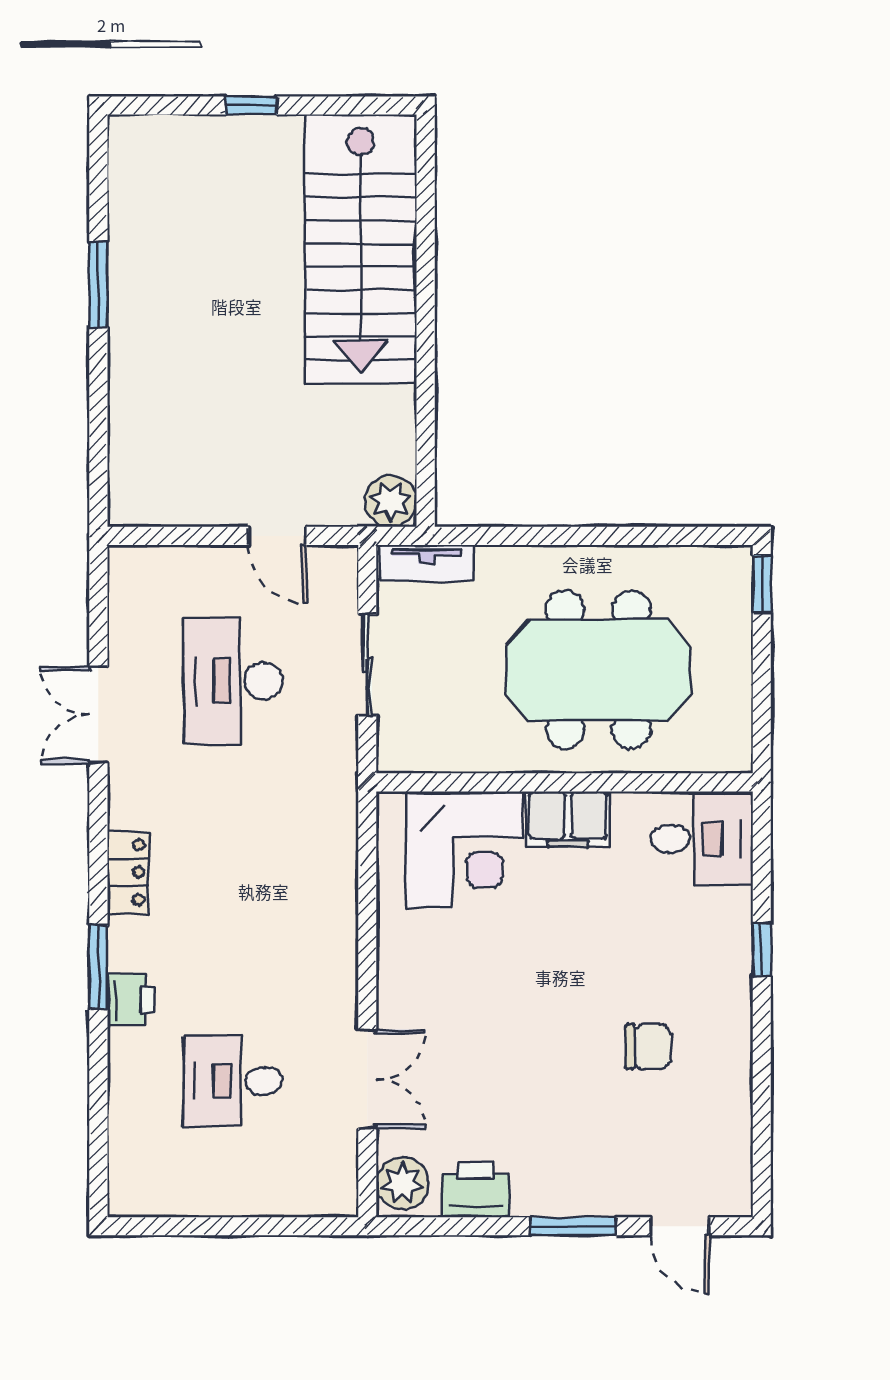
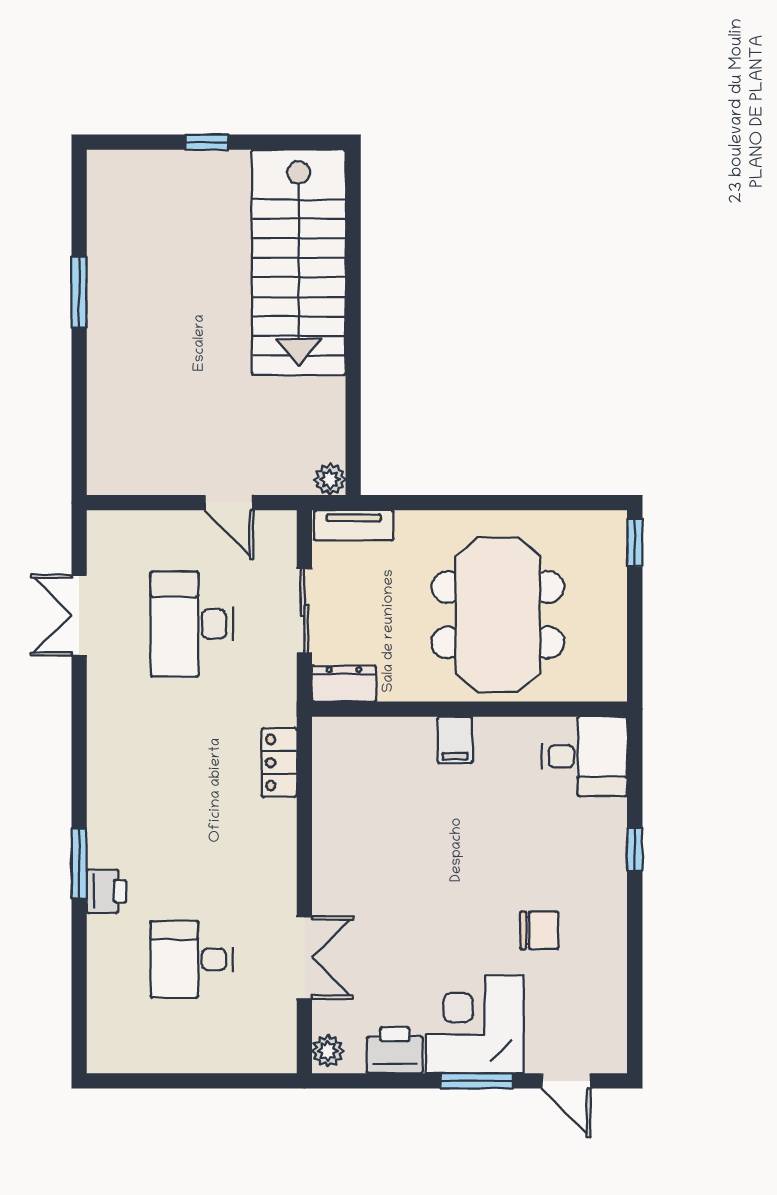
plant: (391, 501) -> (330, 479), width x0.73, depth x0.73
meeting table: (598, 670) -> (498, 615), turned 90
double door: (98, 715) -> (79, 615), moved
dresser: (415, 752) -> (344, 684), added
filing cabinet: (568, 819) -> (455, 740), width x0.50
corner desk: (464, 850) -> (475, 1024), moved, turned 180
locker: (128, 872) -> (279, 763), moved, turned 180
plant: (403, 1183) -> (328, 1051), width x0.73, depth x0.73

